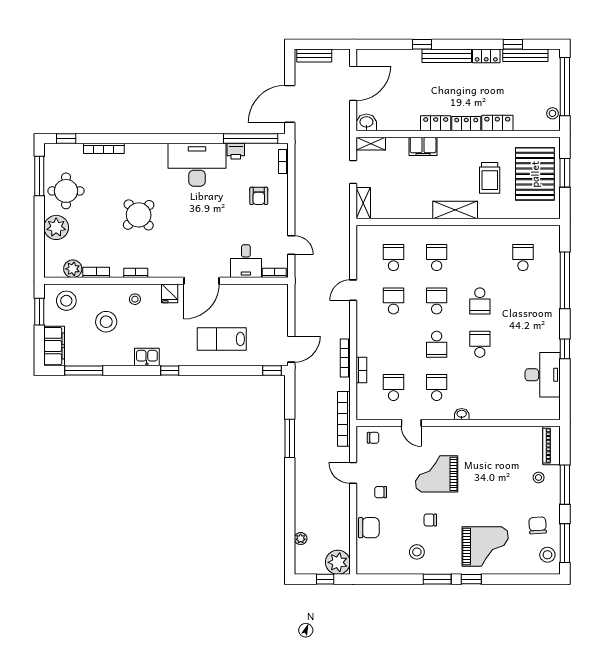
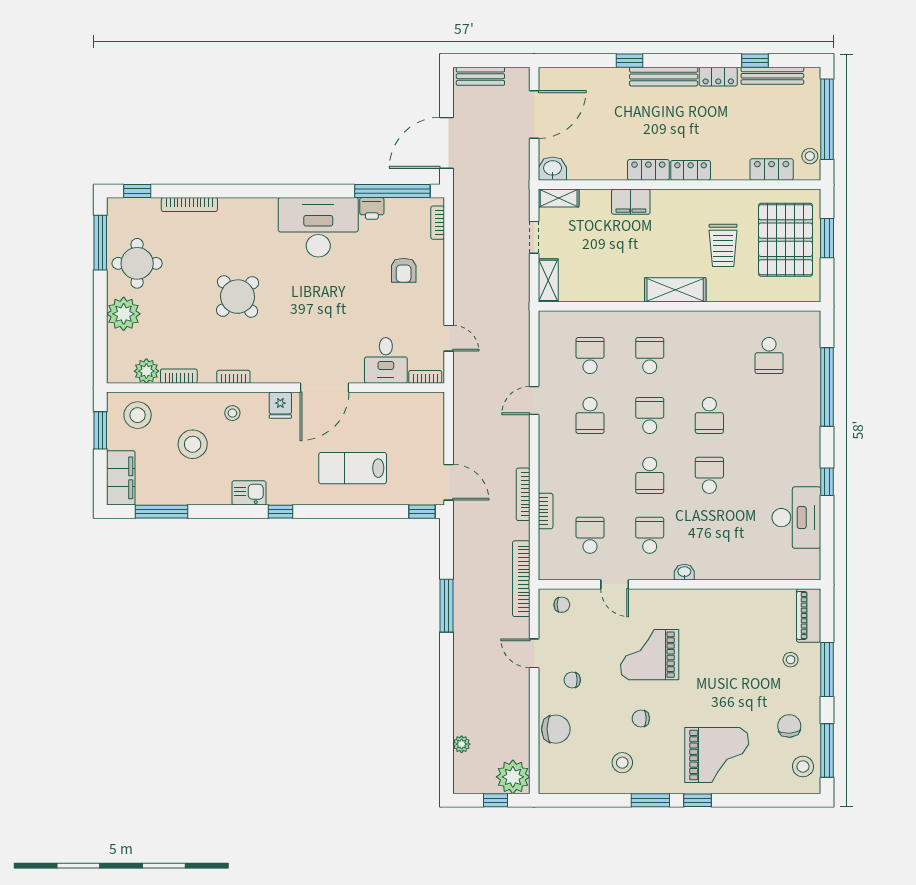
locker: (497, 123) -> (772, 169), moved
school desk: (523, 258) -> (769, 356), turned 180
school desk: (393, 301) -> (590, 415), turned 180
door: (291, 349) -> (449, 482), hinge flipped

